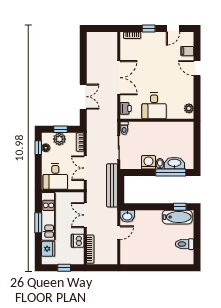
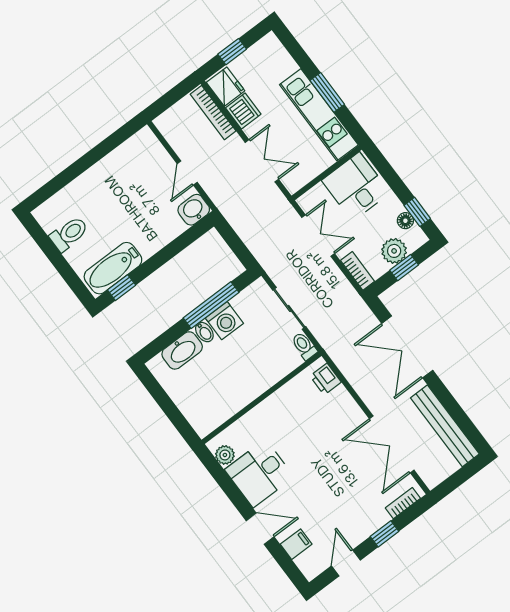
double door: (119, 78) -> (392, 444), moved
double door: (83, 97) -> (407, 347), width x1.37
desk: (154, 106) -> (259, 473), moved, turned -90
window: (171, 173) -> (211, 305), moved
bench: (112, 185) -> (445, 426), moved
fridge: (48, 249) -> (226, 87), moved, turned 180

